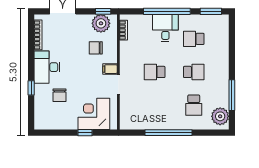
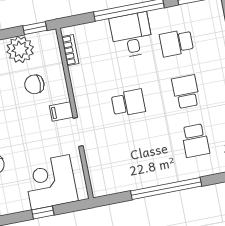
plant: (101, 23) -> (20, 49), moved
school desk: (155, 72) -> (128, 103), turned 180
school desk: (194, 72) -> (186, 92), turned -90

